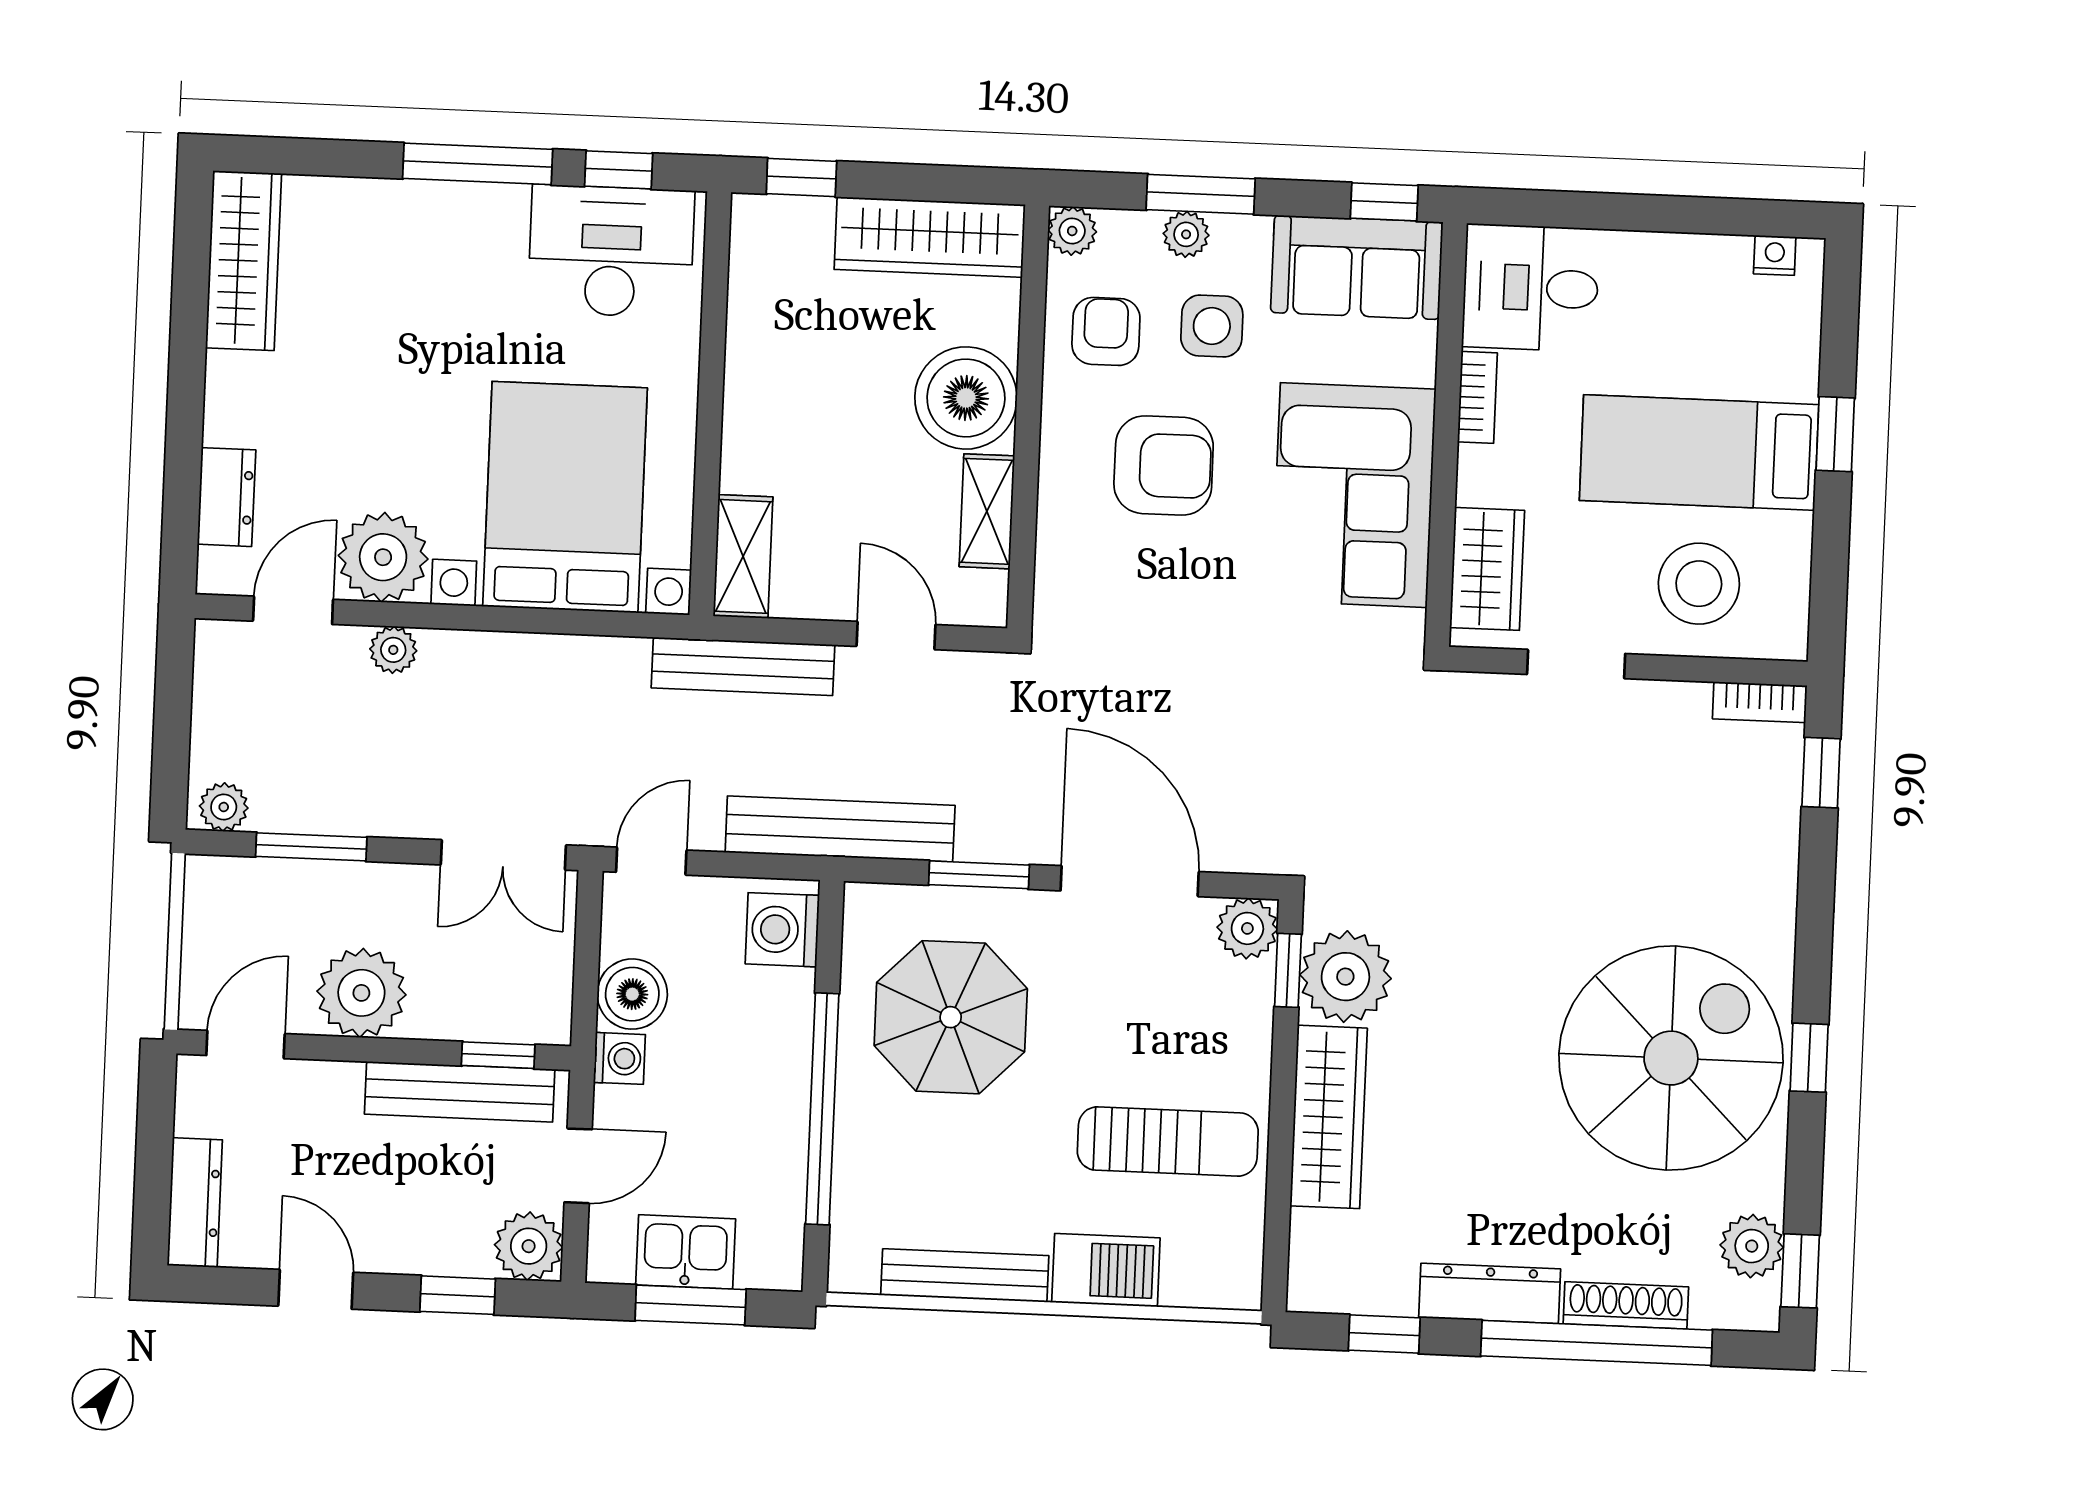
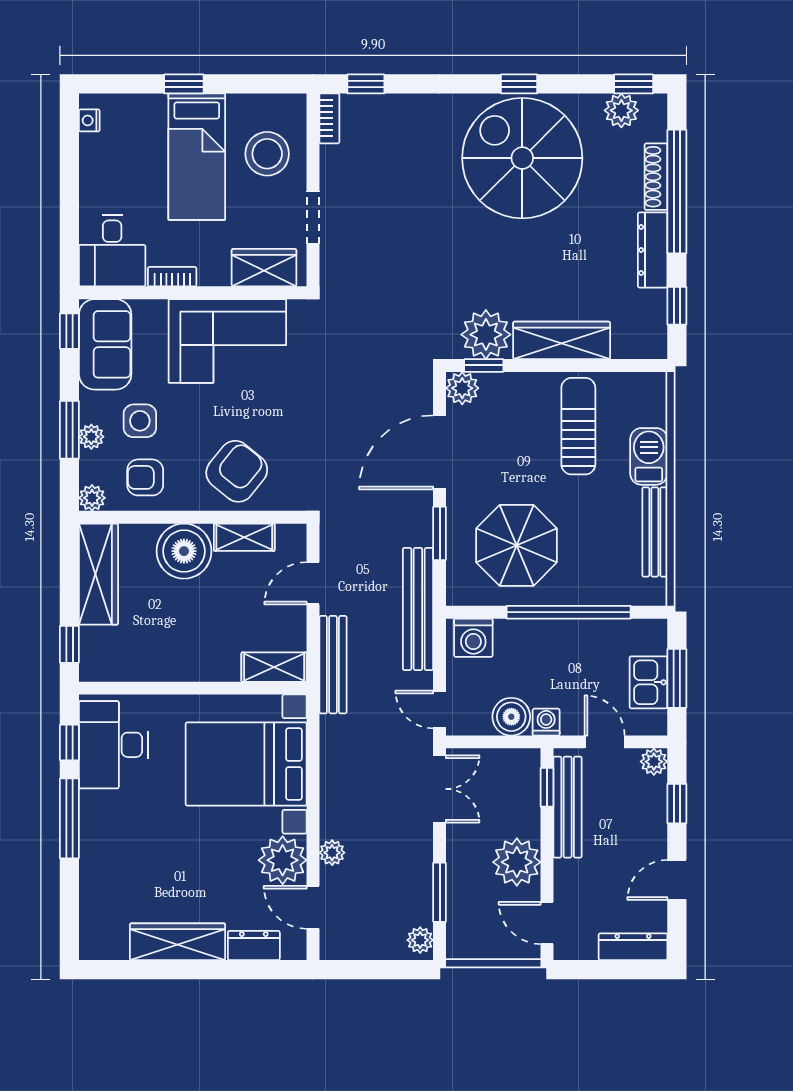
wardrobe: (244, 261) -> (178, 942), moved
armchair: (1164, 465) -> (237, 471), moved, turned 39
plant: (529, 1246) -> (654, 762), width x0.73, depth x0.73

